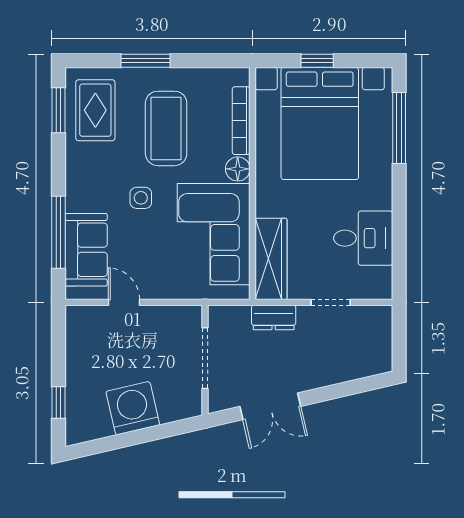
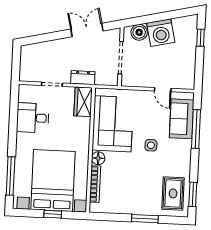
coffee table: (166, 128) -> (136, 182), removed
wardrobe: (271, 259) -> (83, 102), width x0.67
boiler: (173, 407) -> (139, 32), added

